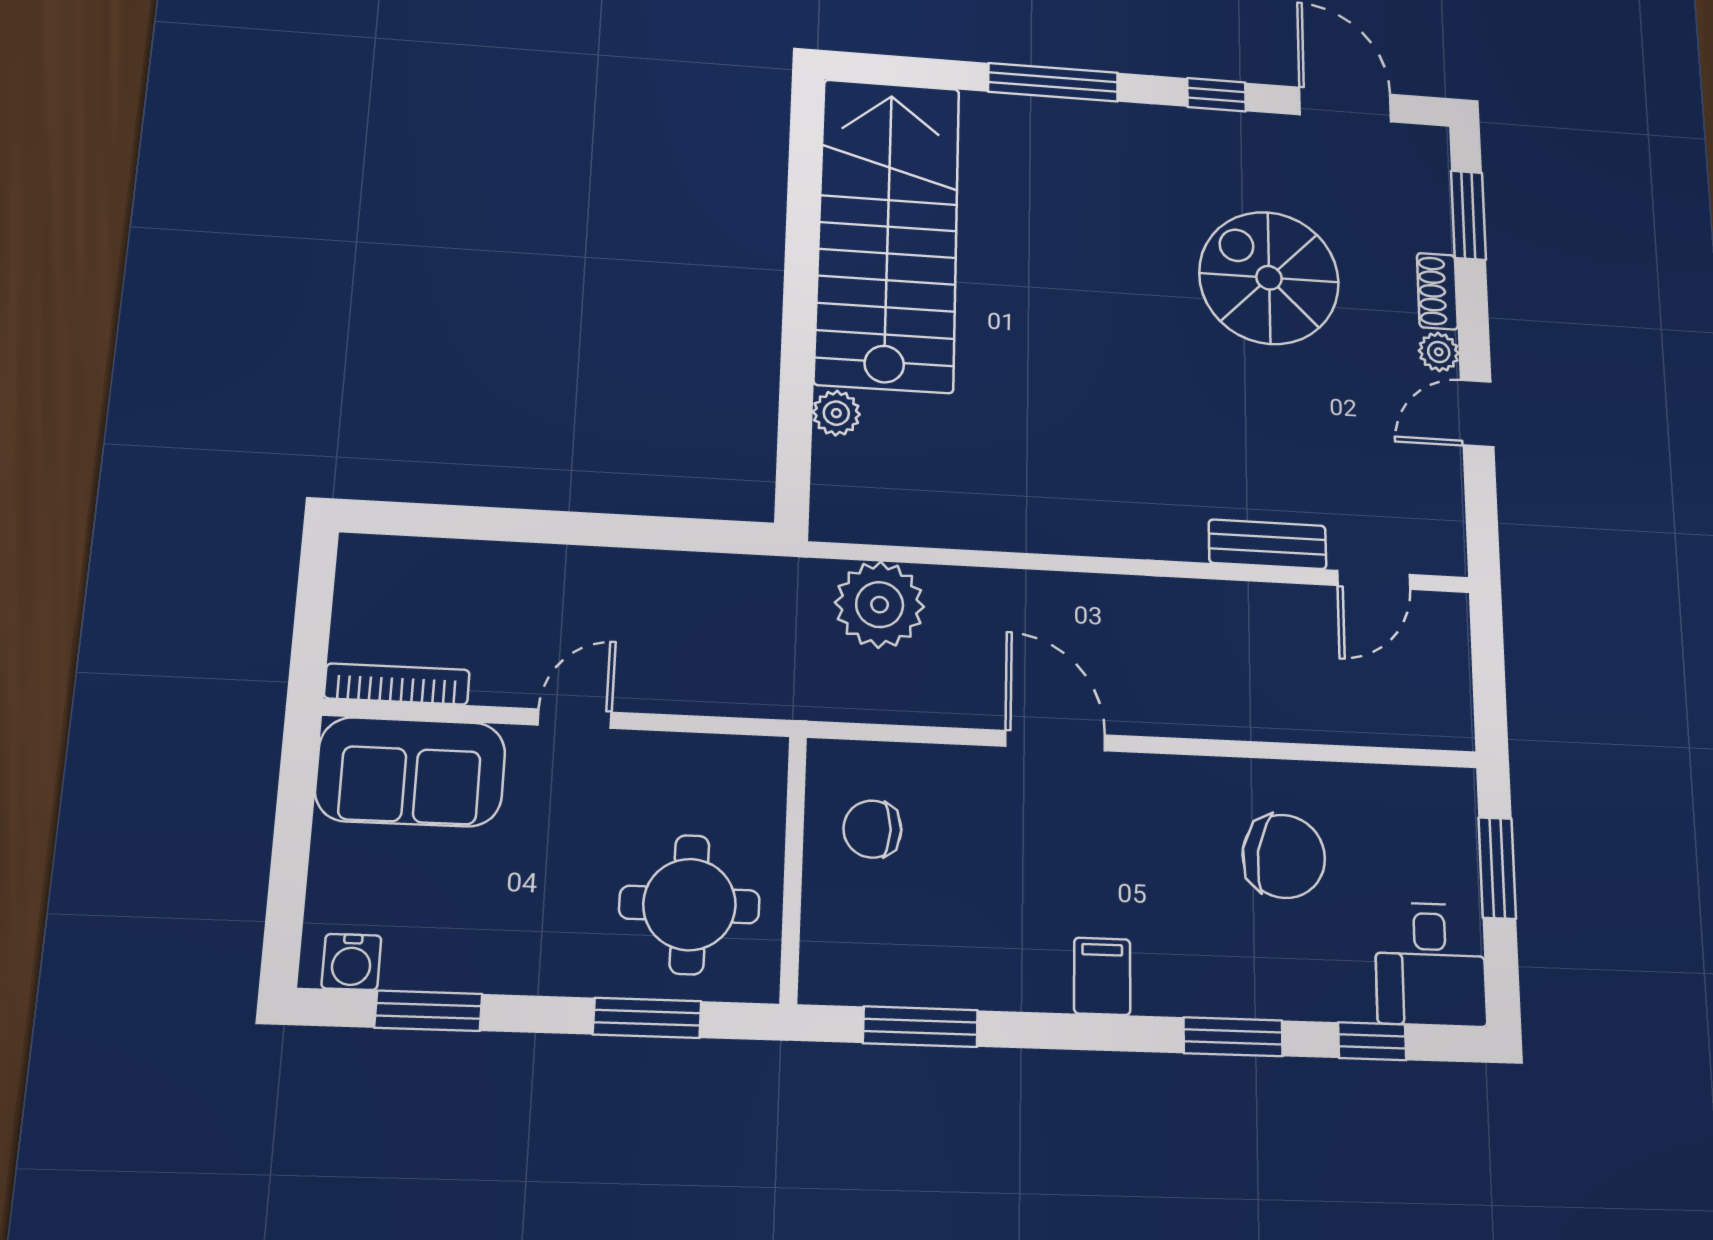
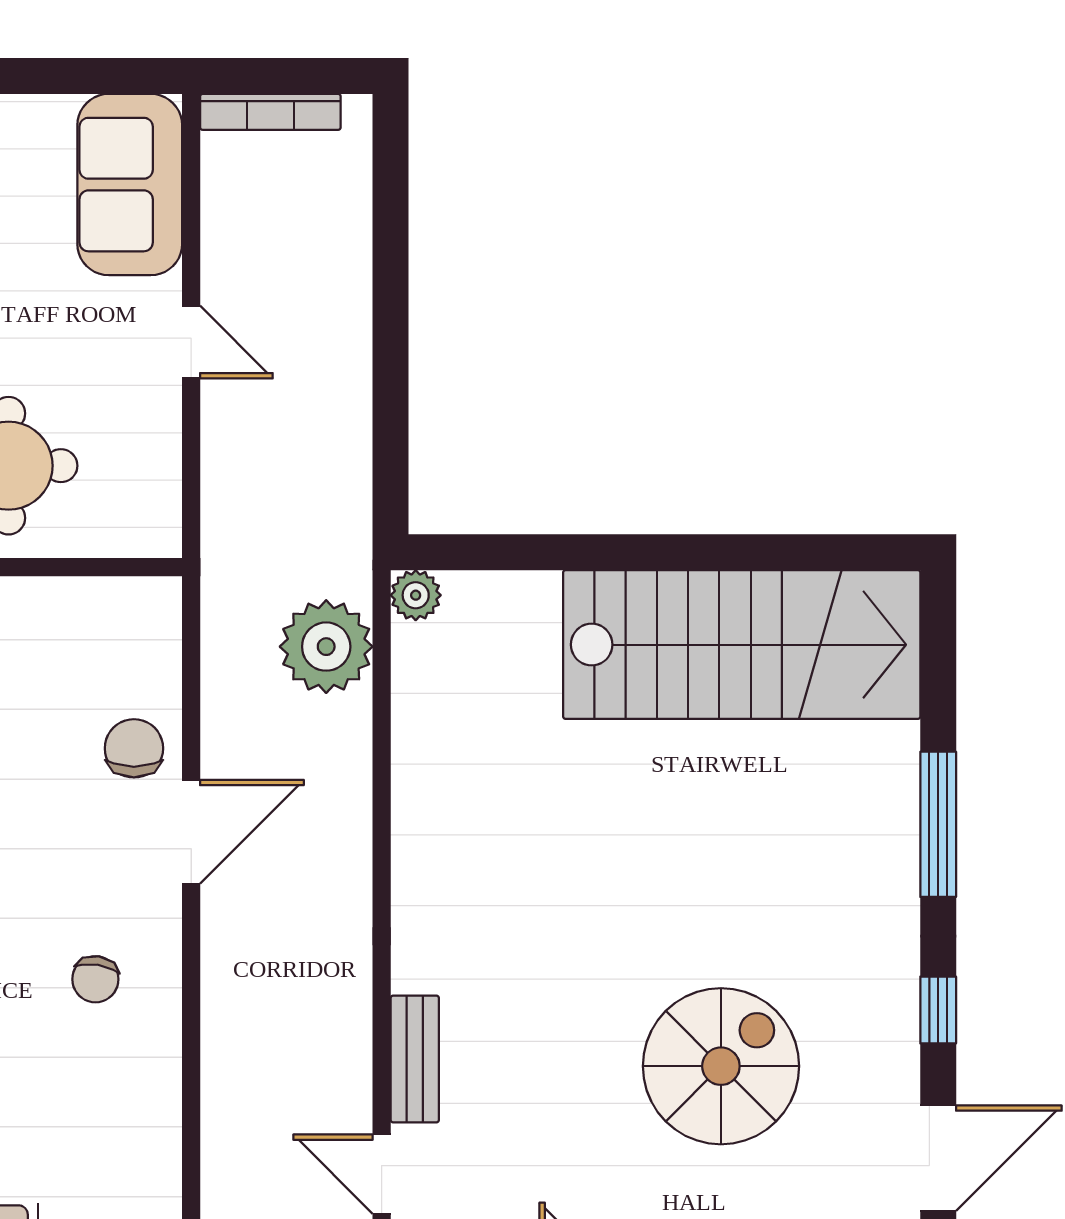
plant: (836, 413) -> (416, 595), moved
bookcase: (397, 684) -> (270, 112), moved, turned 90
chair: (872, 829) -> (134, 748), moved
chair: (1284, 856) -> (95, 979), moved, width x0.54, depth x0.54

